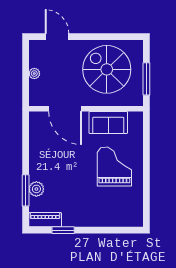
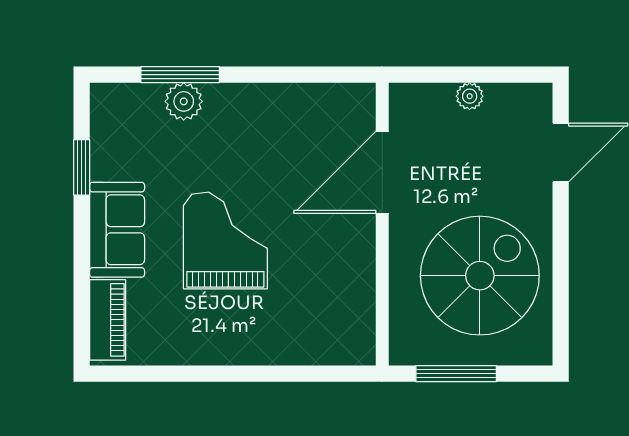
sofa: (108, 122) -> (117, 230), moved, turned 180
grand piano: (114, 167) -> (225, 241), moved, turned -90
piano: (45, 220) -> (108, 320), moved

